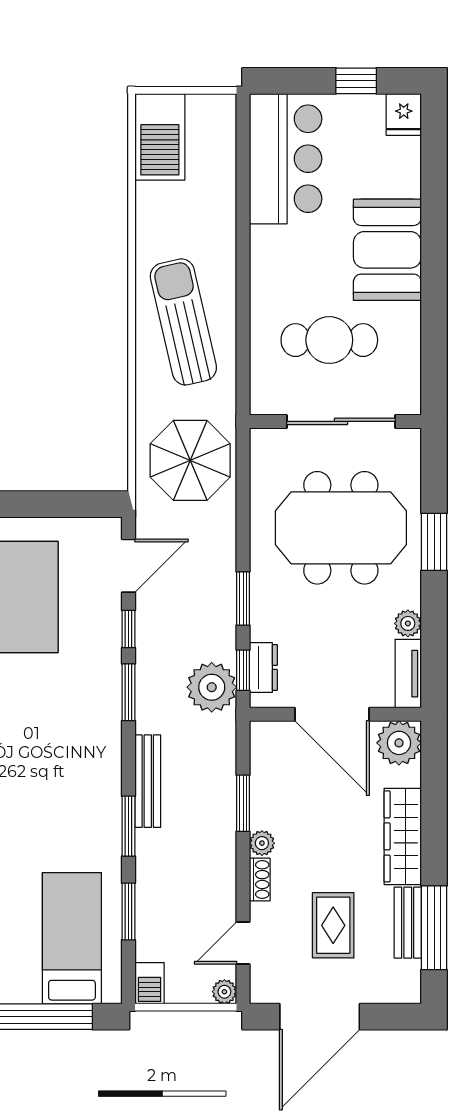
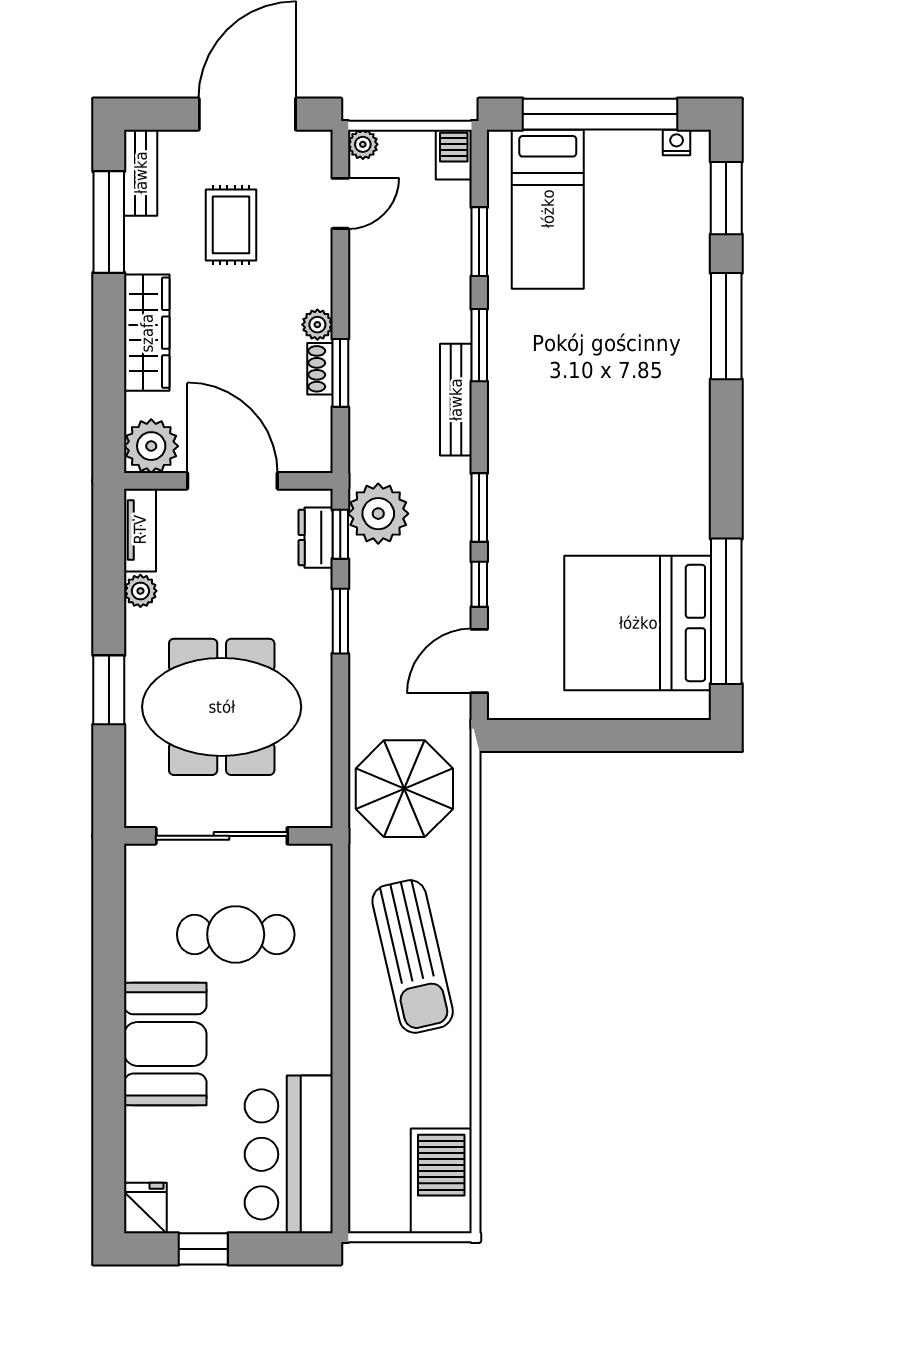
shoe rack: (260, 880) -> (320, 369), moved
bench: (408, 923) -> (141, 173), moved

